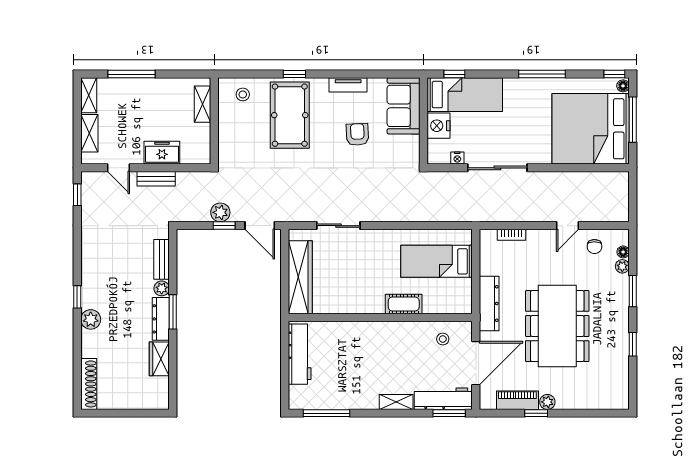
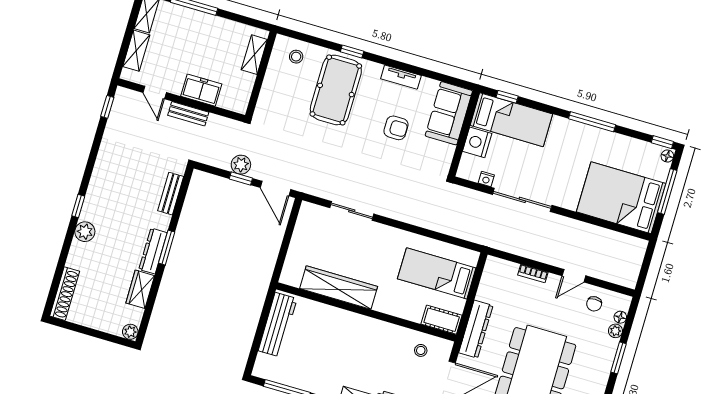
bed: (591, 129) -> (621, 198), width x0.73
armchair: (357, 134) -> (396, 128), turned 93
bookcase: (511, 235) -> (533, 274), moved
wardrobe: (300, 277) -> (339, 288), moved, turned -90
plant: (162, 288) -> (130, 332), moved
cot: (404, 304) -> (442, 320), moved

